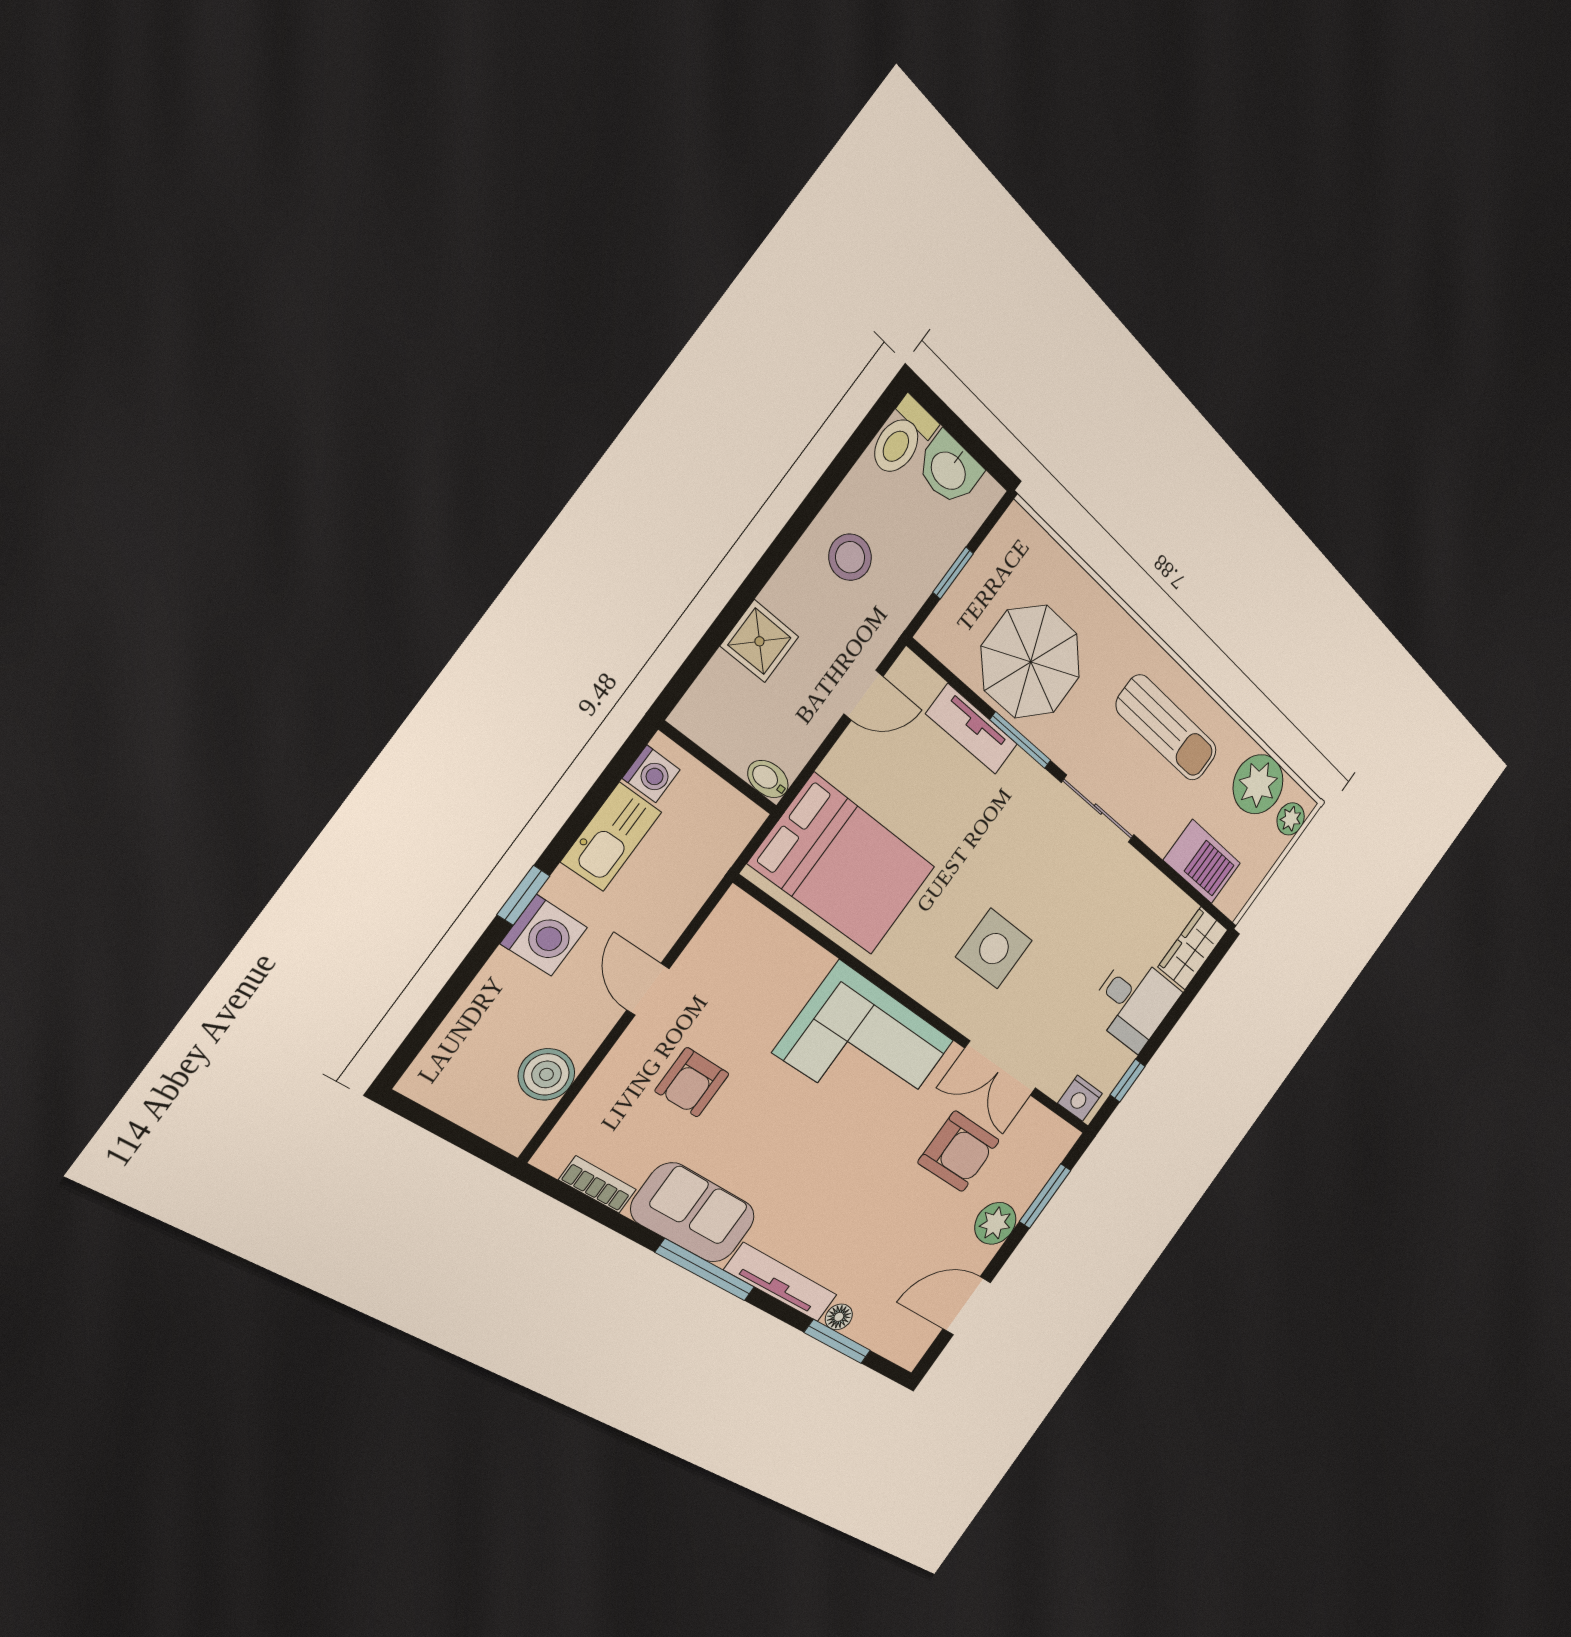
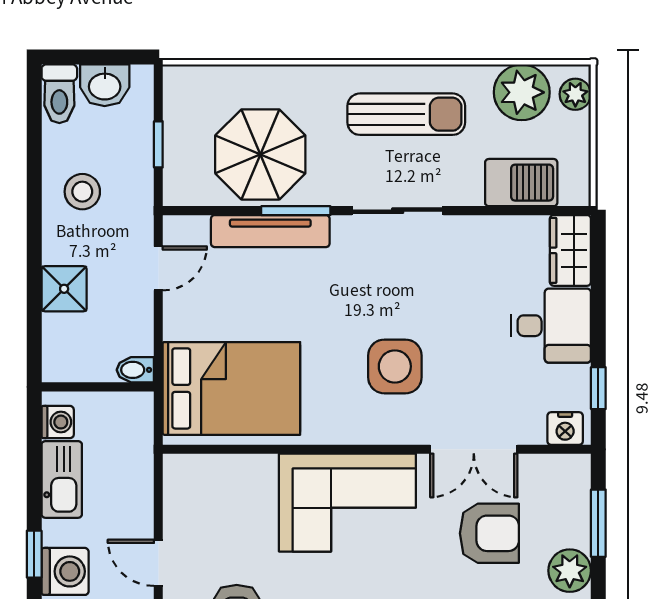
tv unit: (972, 729) -> (270, 231), width x1.41

